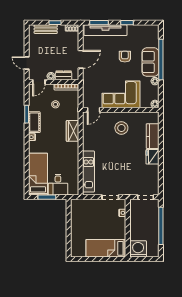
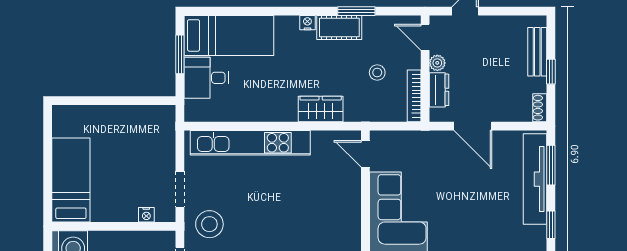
armchair: (125, 57) -> (479, 220), removed
stool: (121, 128) -> (209, 224), moved
kitchen unit: (88, 171) -> (250, 143), width x1.36

